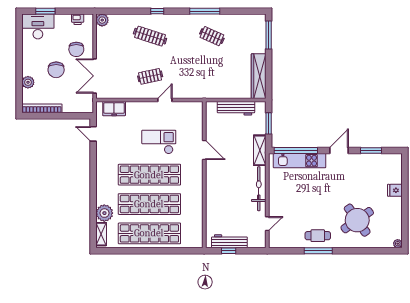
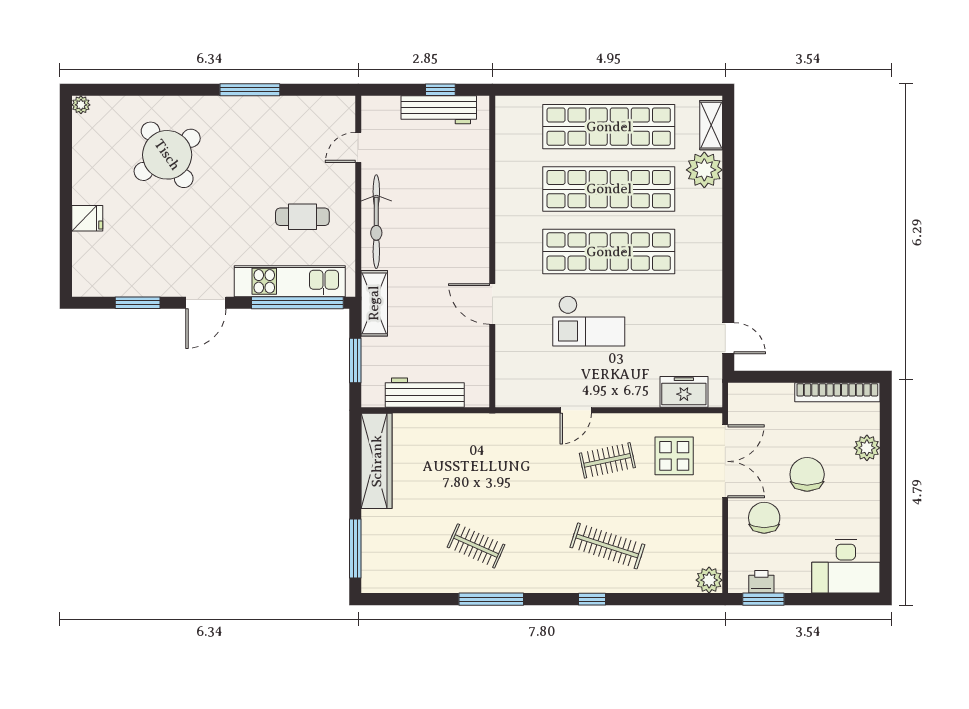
window: (45, 11) -> (763, 599), moved
display table: (119, 79) -> (674, 456), added
cafe table: (318, 236) -> (302, 217), moved

